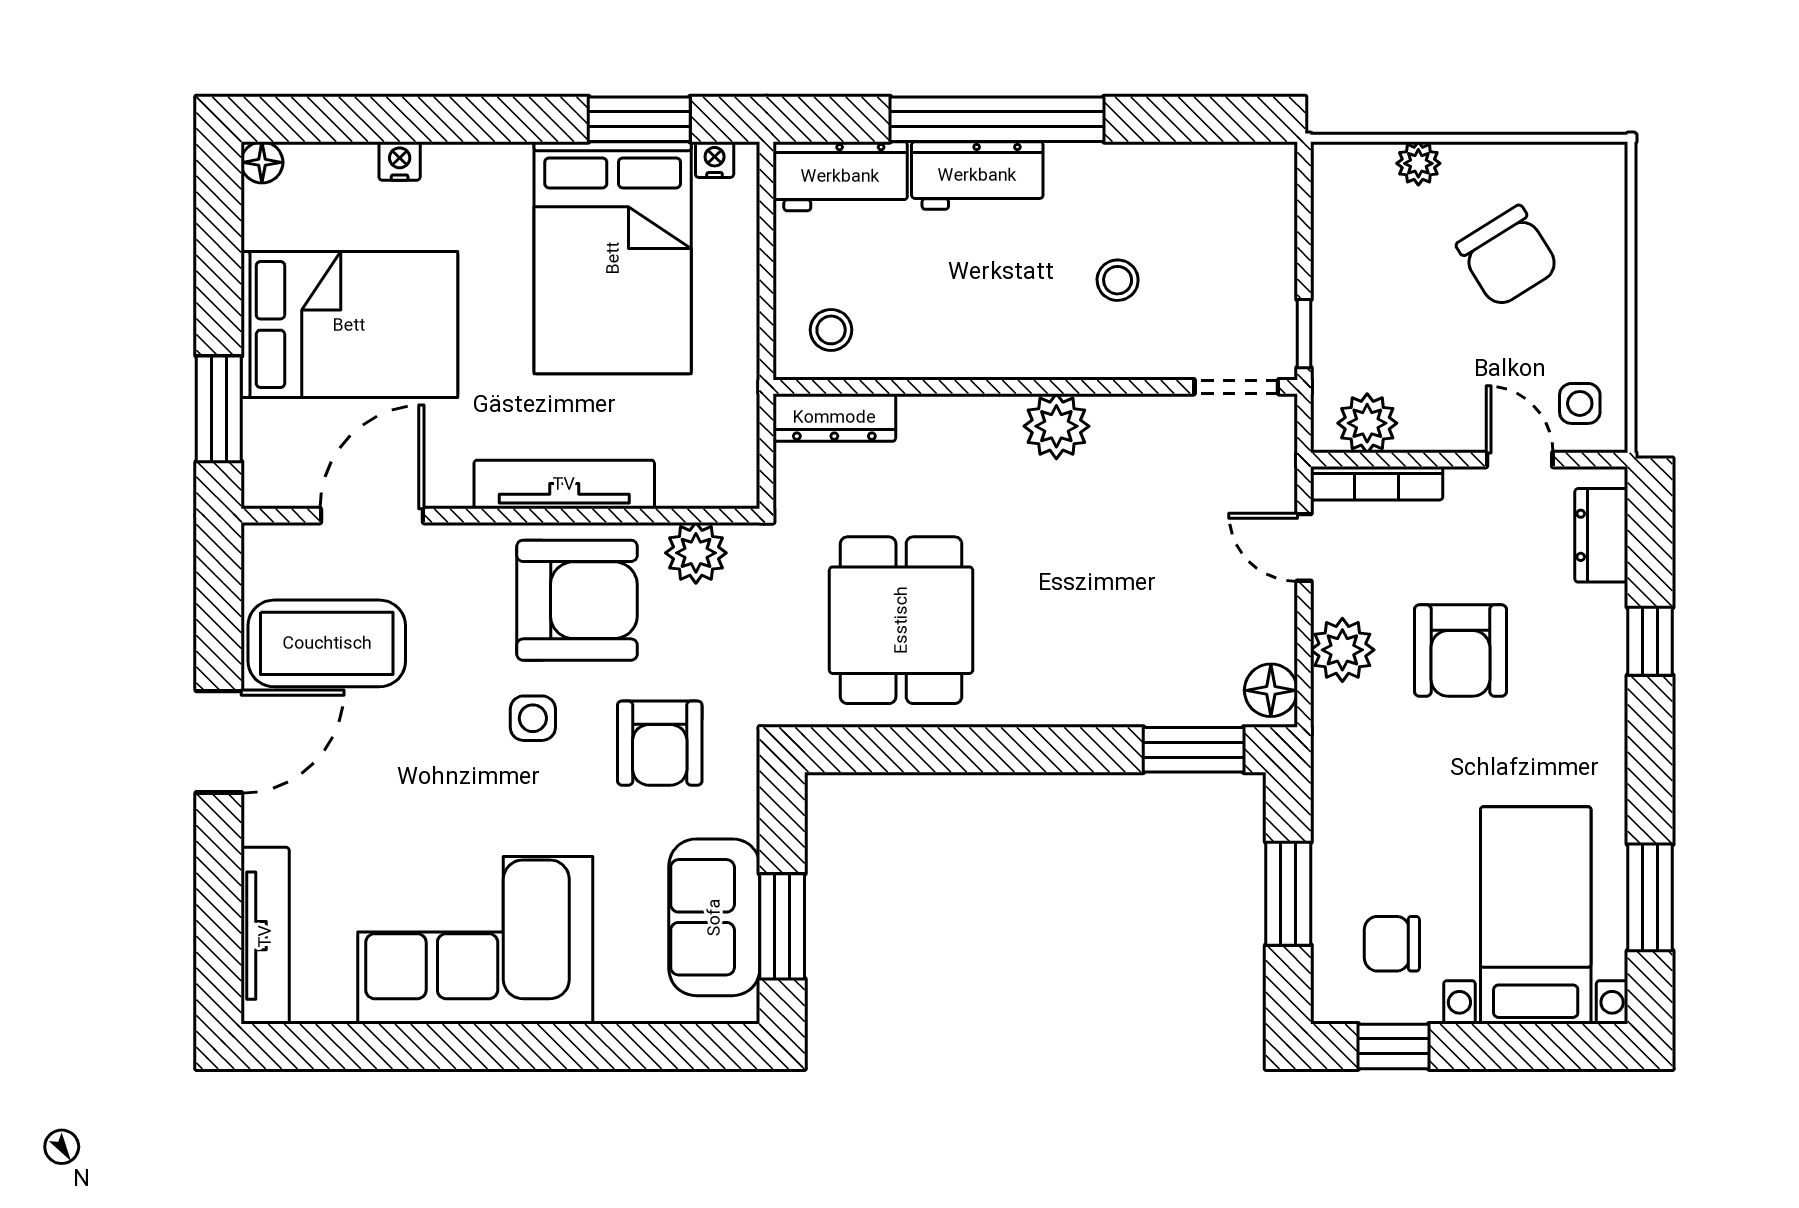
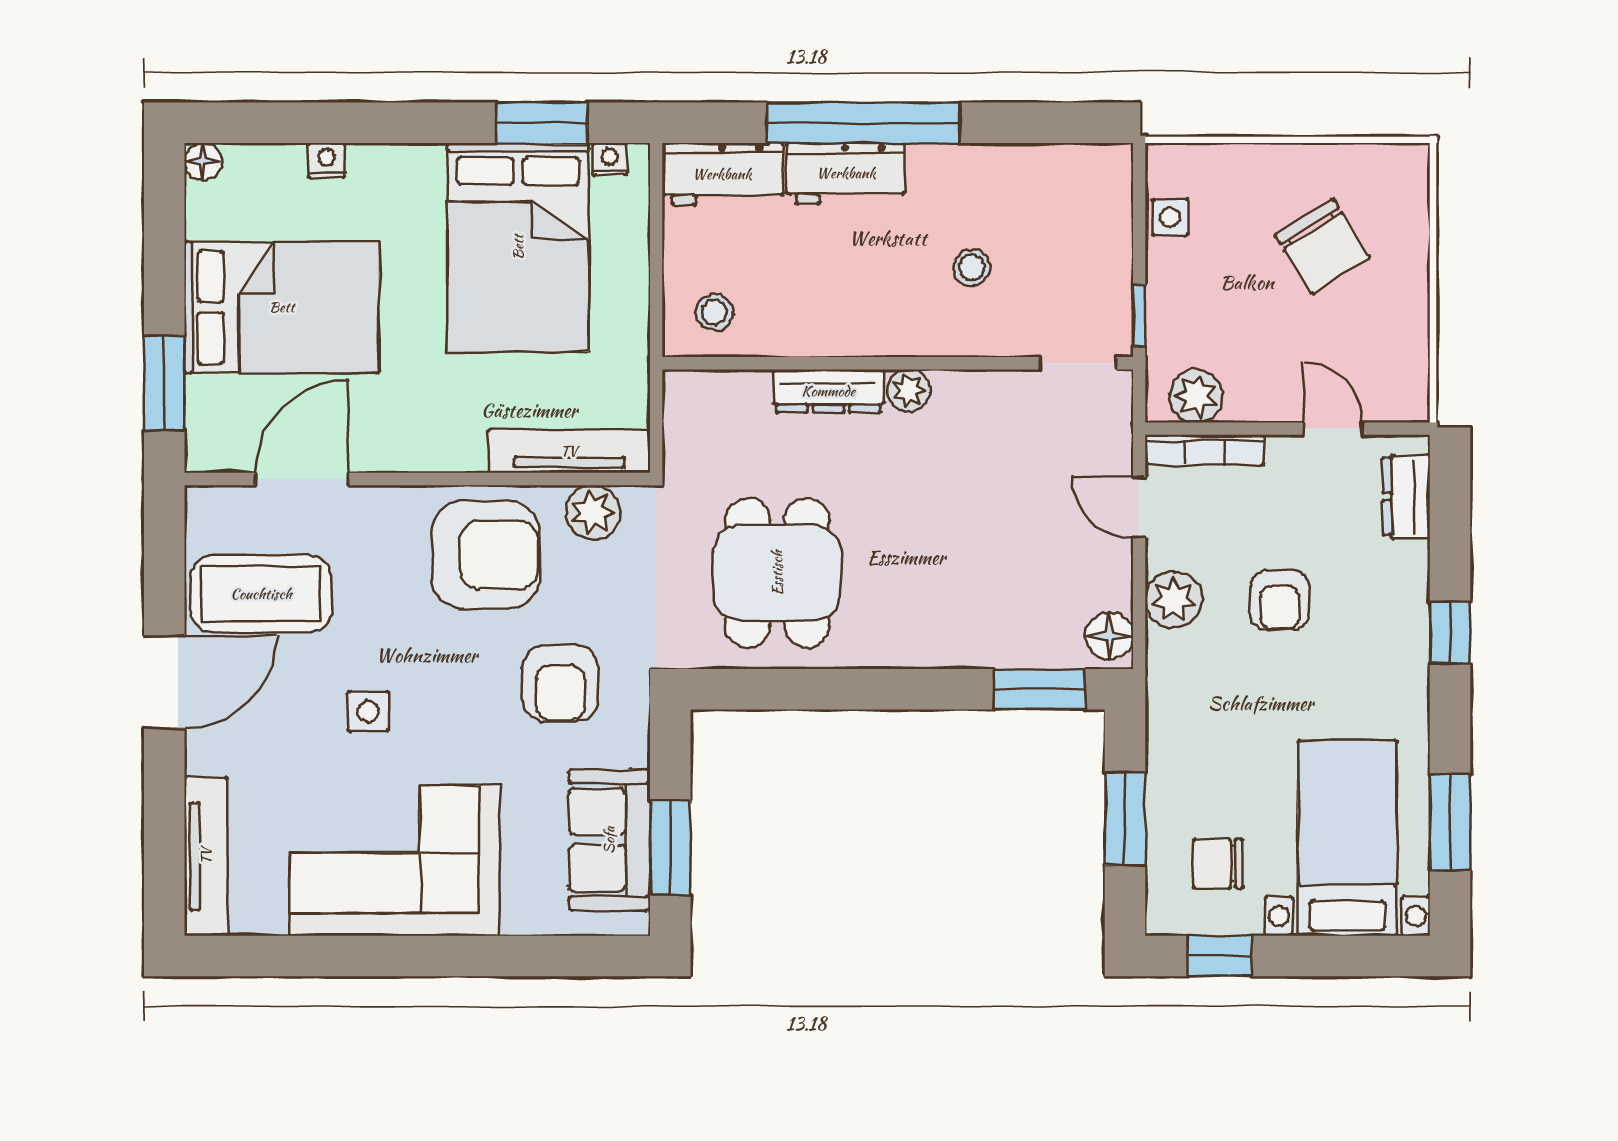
plant: (1418, 163) -> (1242, 162), removed
side table: (1580, 403) -> (1170, 217), moved
dresser: (834, 417) -> (828, 391), moved
plant: (1056, 426) -> (909, 391), width x0.73, depth x0.73
tv unit: (564, 484) -> (569, 451), moved
window: (1650, 641) -> (1450, 632), moved
armchair: (1460, 651) -> (1280, 600), width x0.72, depth x0.72
side table: (533, 718) -> (368, 711), moved

